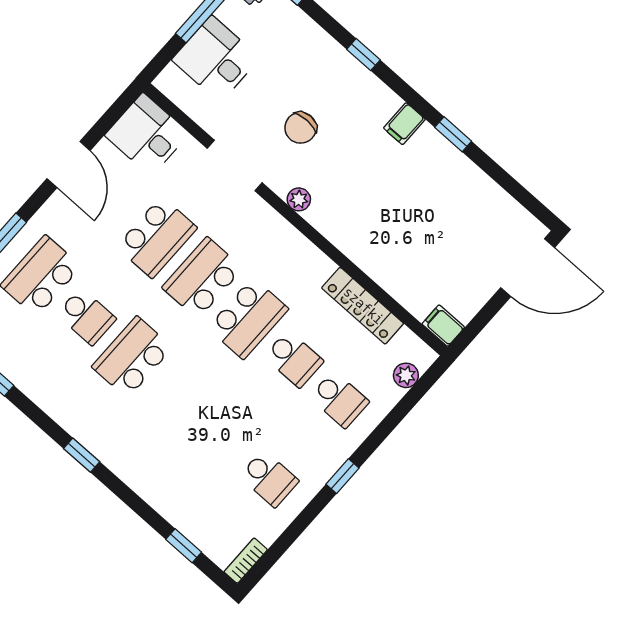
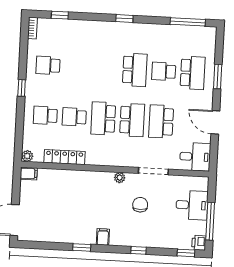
plant: (406, 375) -> (27, 156), moved

